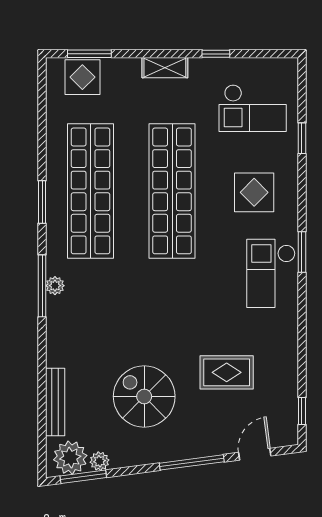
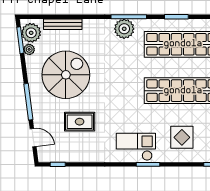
plant: (55, 286) -> (124, 29), width x1.88, depth x1.88
rug: (227, 372) -> (80, 122), turned 90
spiral stairs: (144, 396) -> (66, 75), width x1.37, depth x1.37

